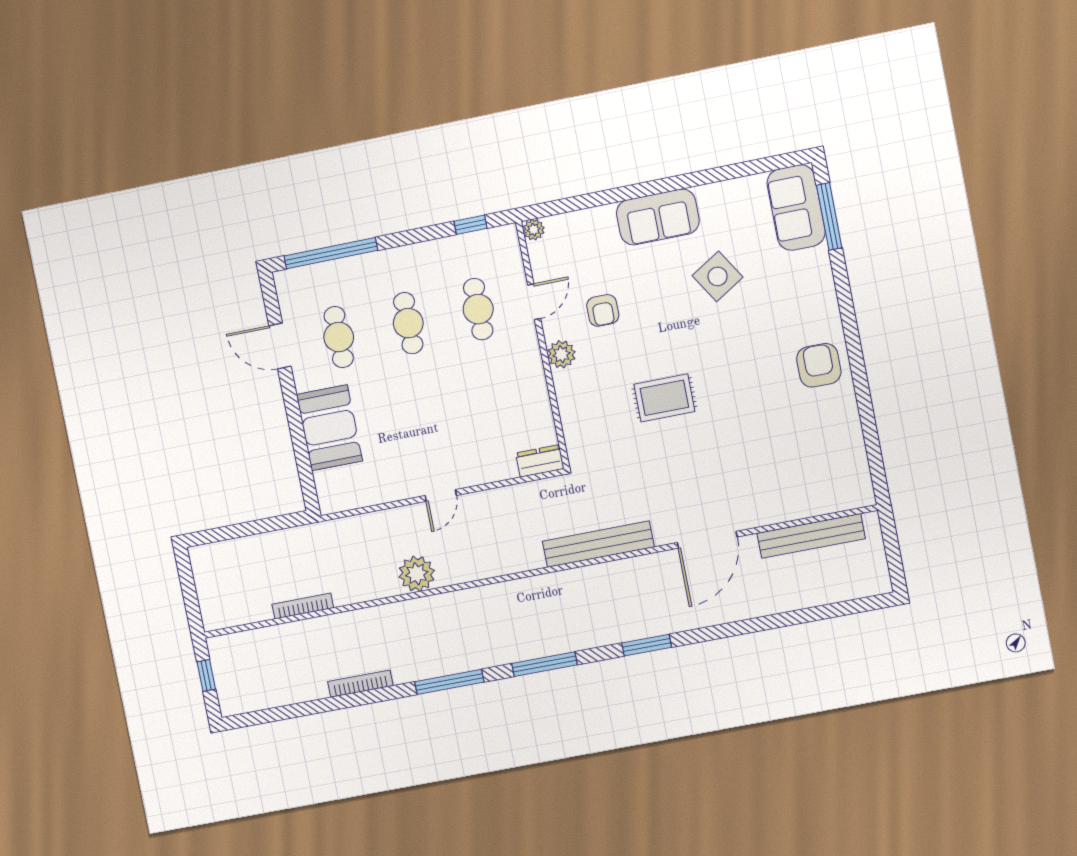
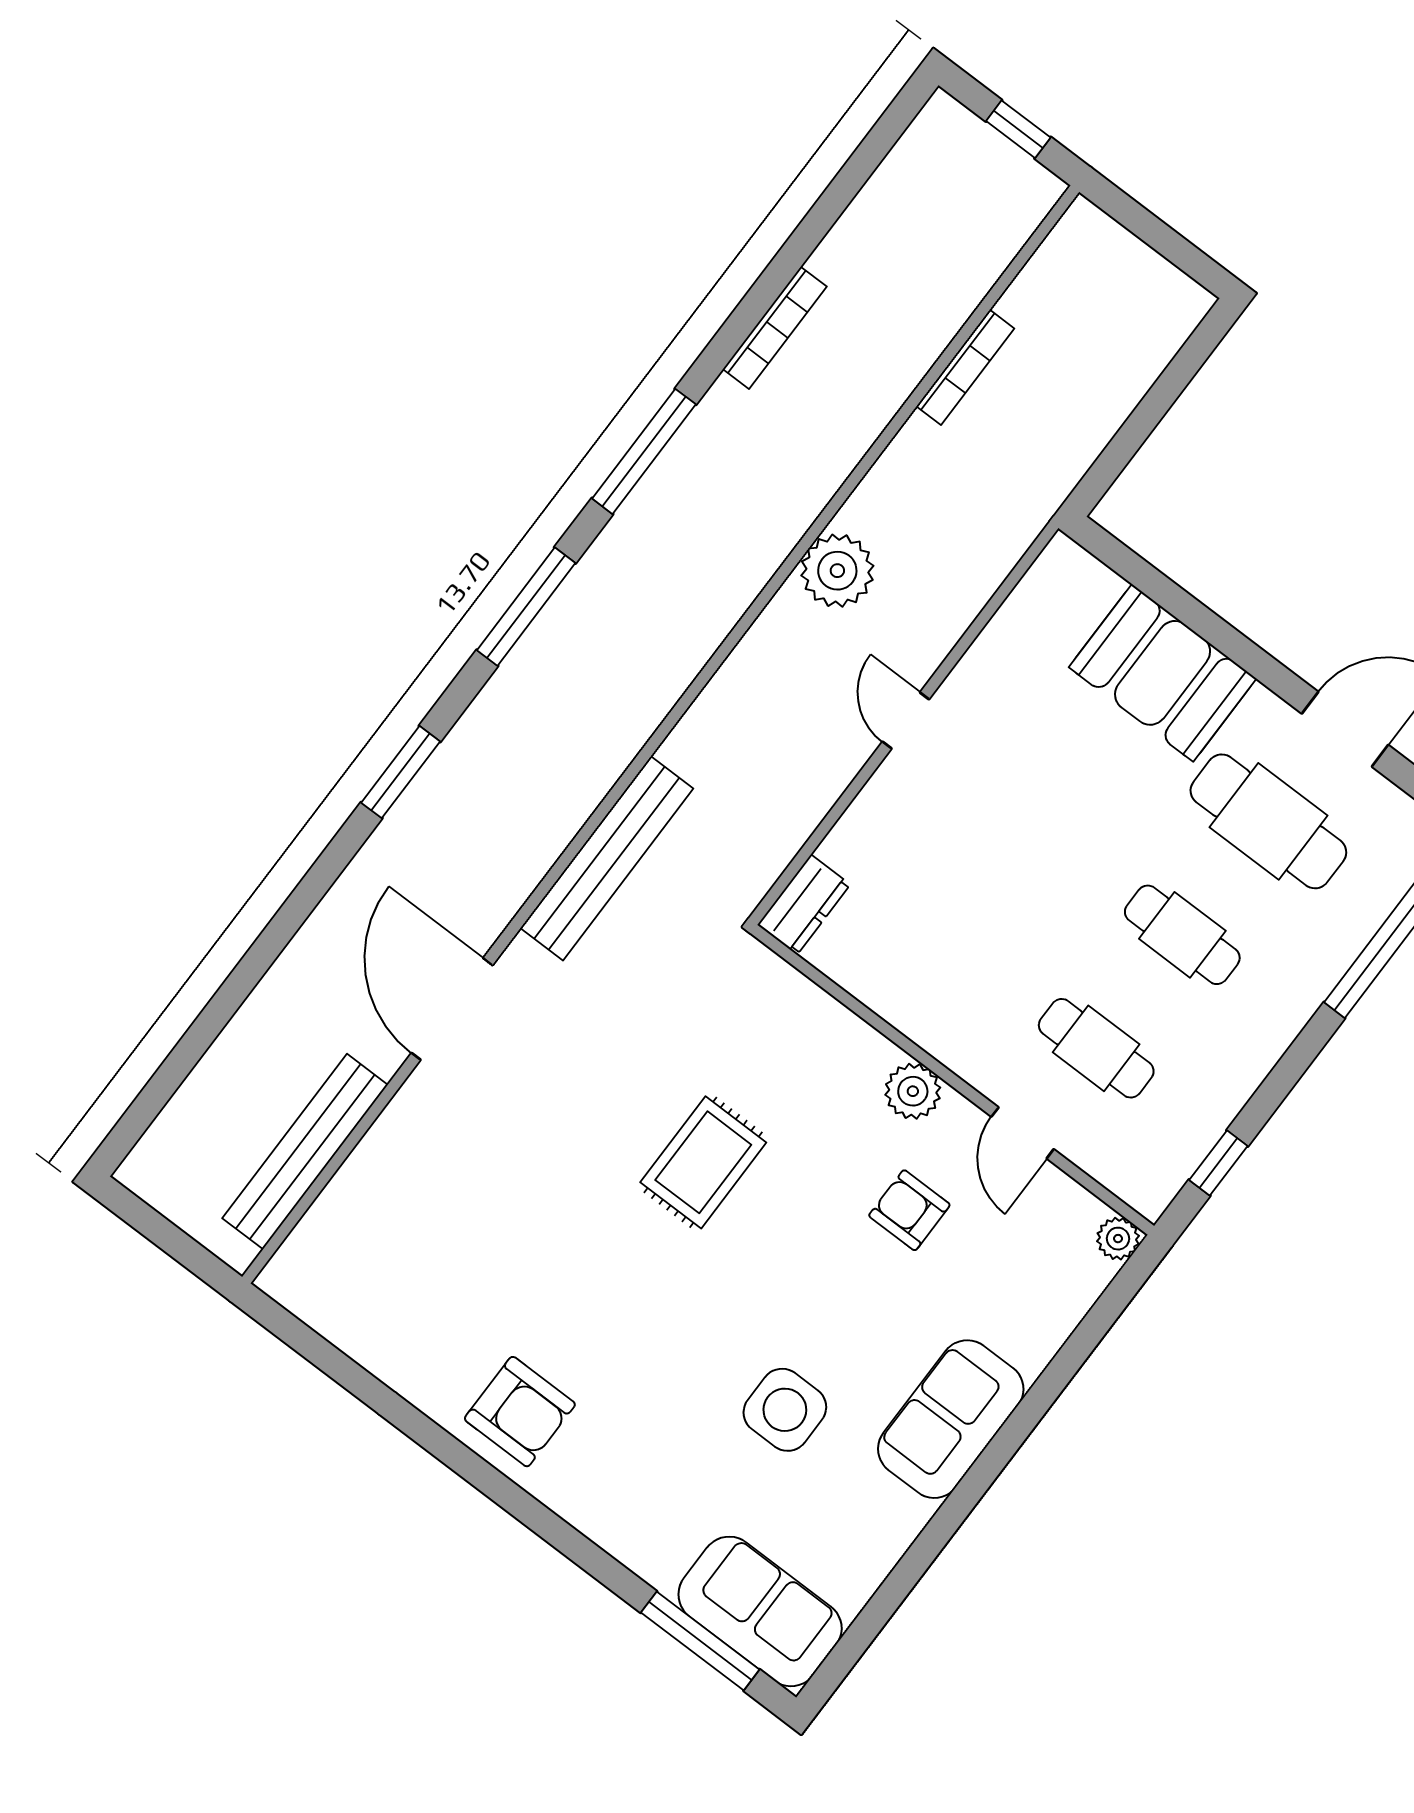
side table: (718, 276) -> (785, 1410), turned 32
cafe table: (339, 337) -> (1268, 821), width x1.37, depth x1.35

